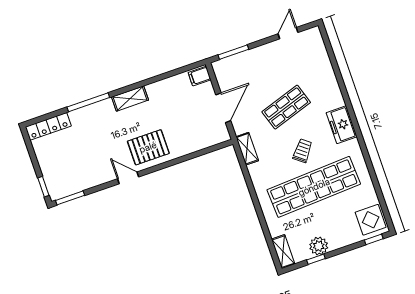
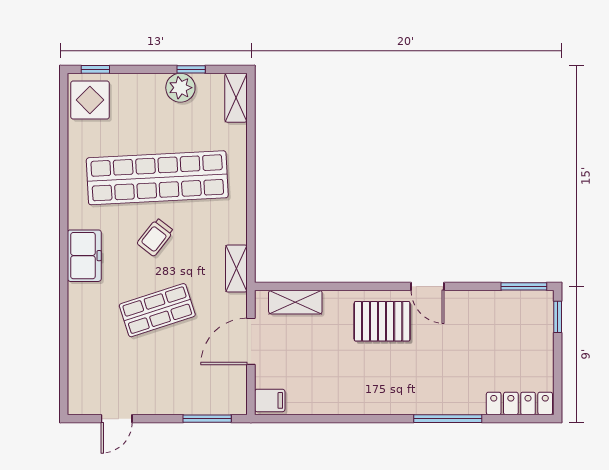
shelving: (130, 99) -> (295, 302), moved

